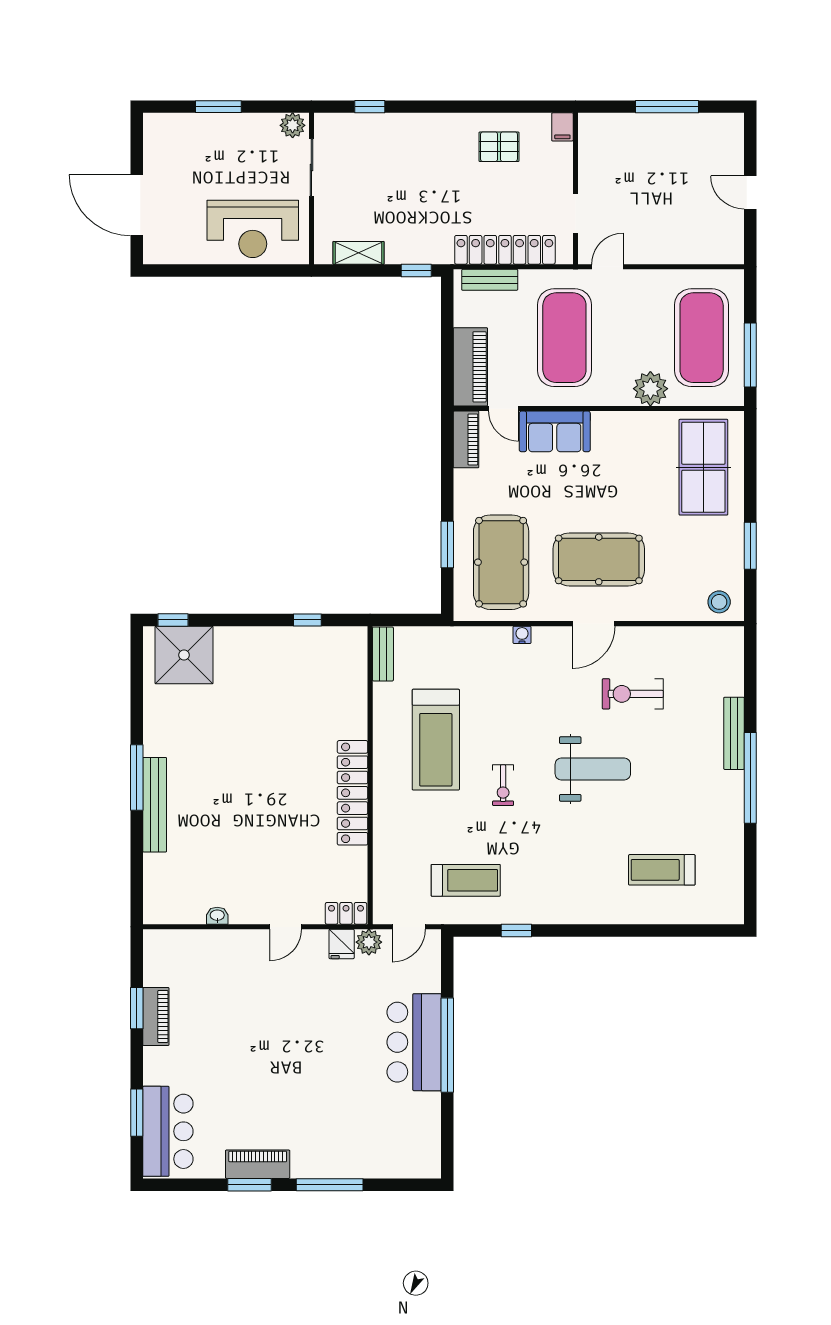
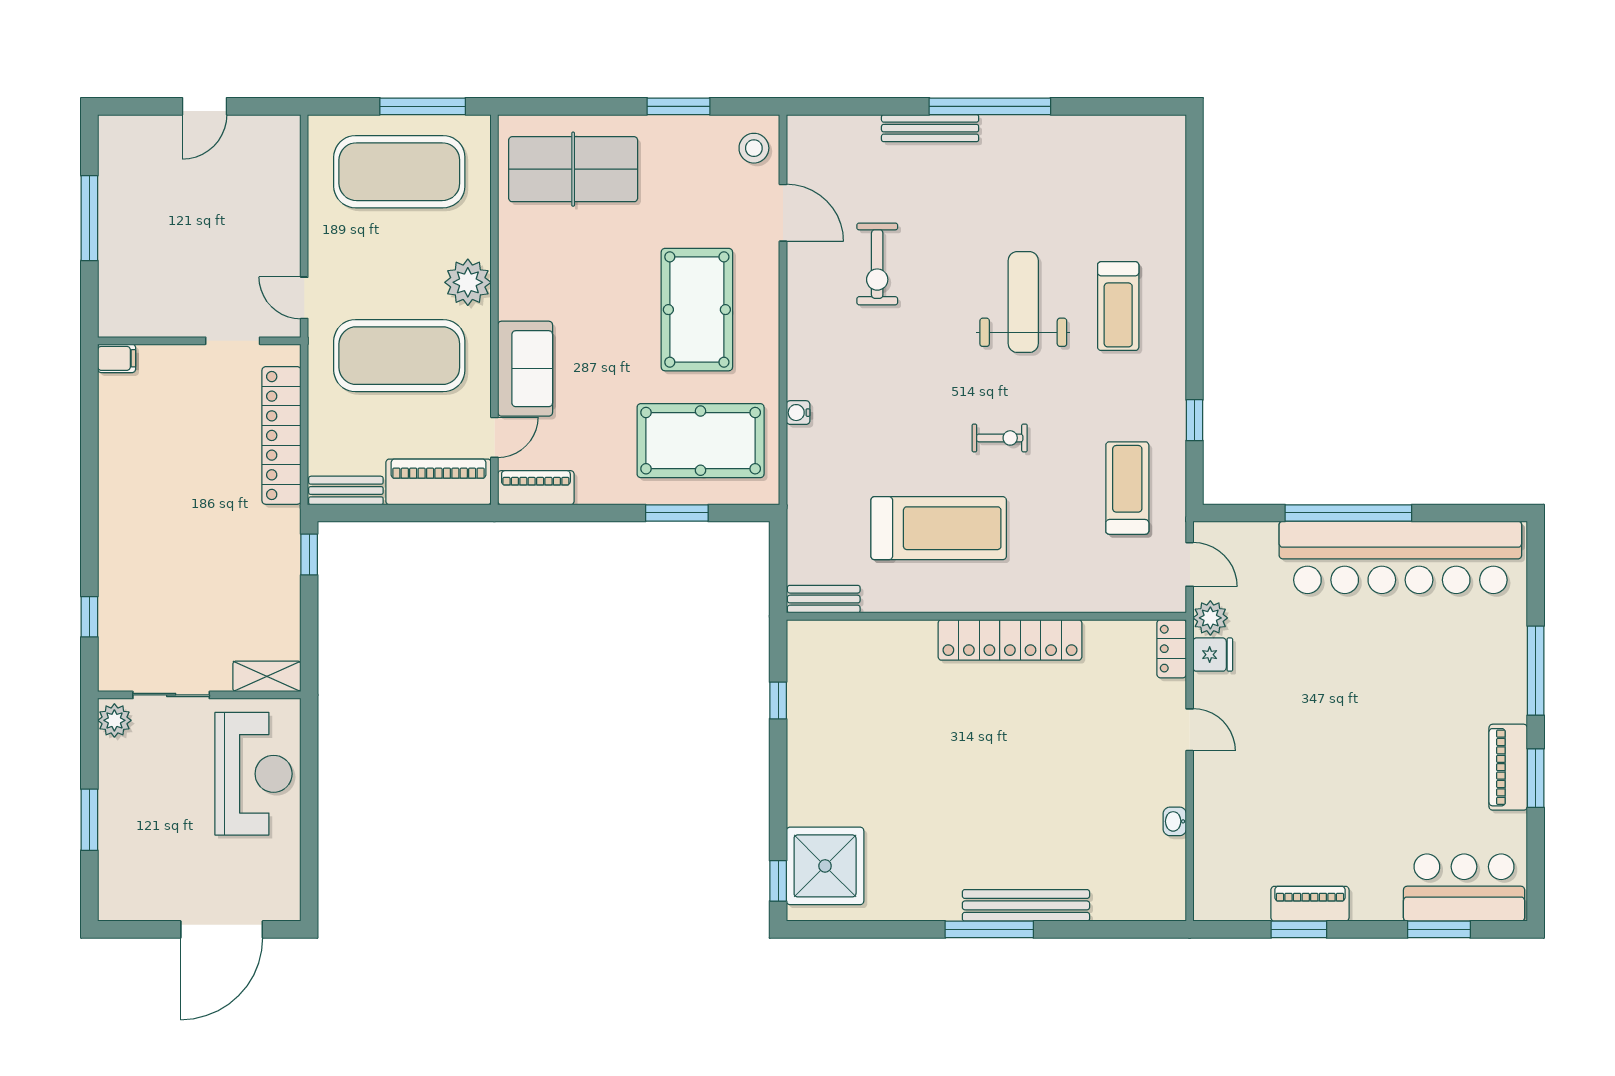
pallet: (499, 147) -> (143, 443), removed
shelving: (359, 253) -> (267, 676), moved, turned 90
bench: (490, 280) -> (346, 490), moved, turned 90
plant: (650, 389) -> (468, 282), moved
door: (594, 624) -> (783, 213), moved
weight bench: (593, 769) -> (1023, 302), moved
treadmill: (662, 870) -> (1118, 306), moved
bar counter: (414, 1042) -> (1400, 557), width x1.86

